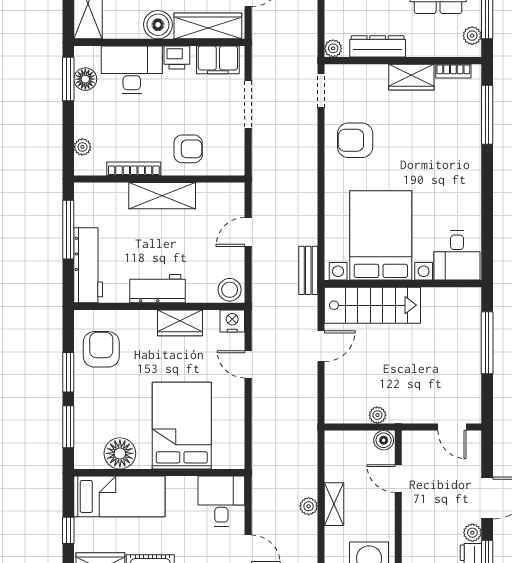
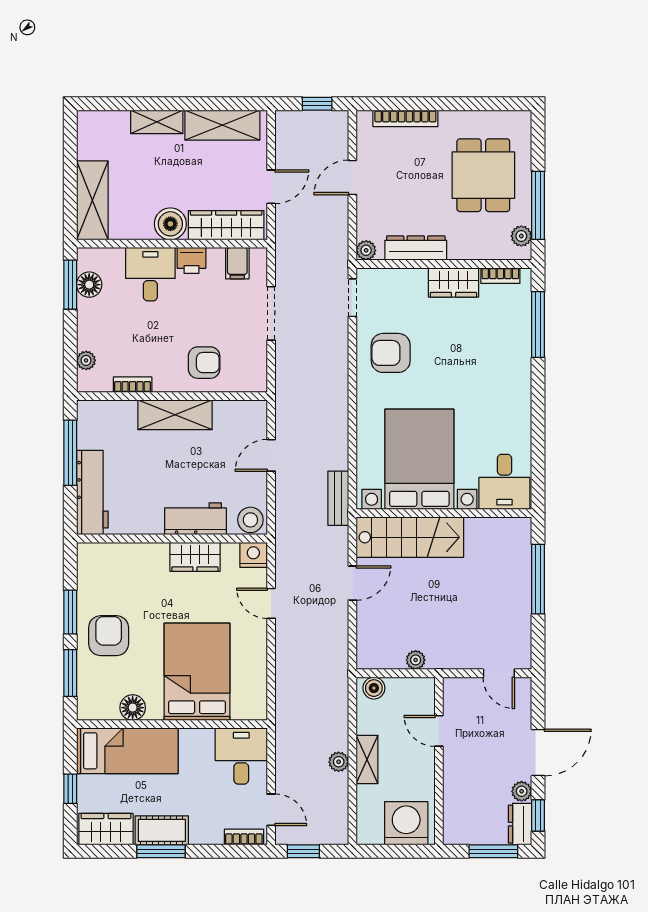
filing cabinet: (218, 60) -> (237, 263), width x0.50
desk: (132, 70) -> (150, 274), width x0.73
bookcase: (134, 169) -> (133, 385), width x0.64
workbench: (157, 289) -> (195, 519), moved
armchair: (101, 349) -> (109, 636), moved
boiler: (384, 440) -> (374, 688), moved
floor lamp: (120, 453) -> (133, 708), width x0.73, depth x0.73

